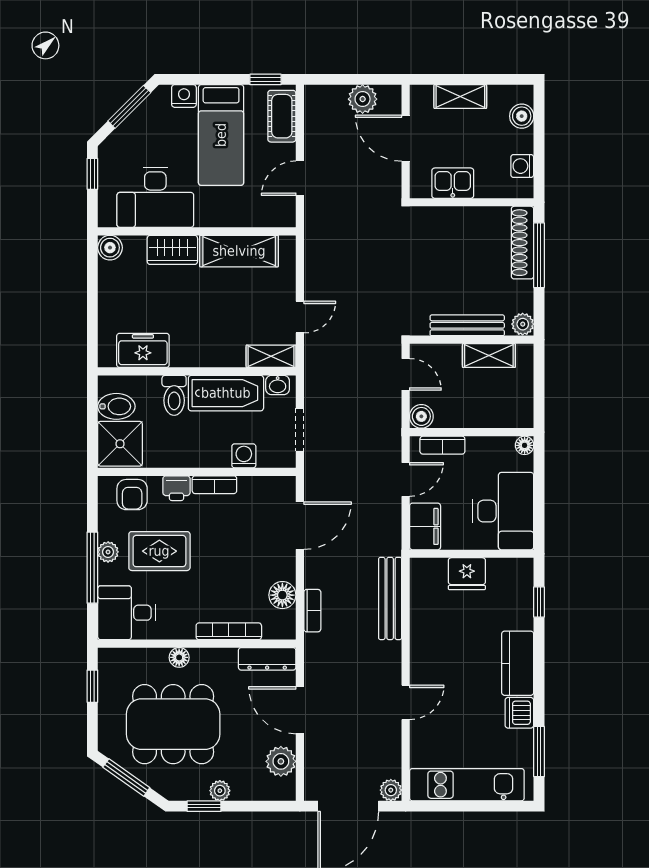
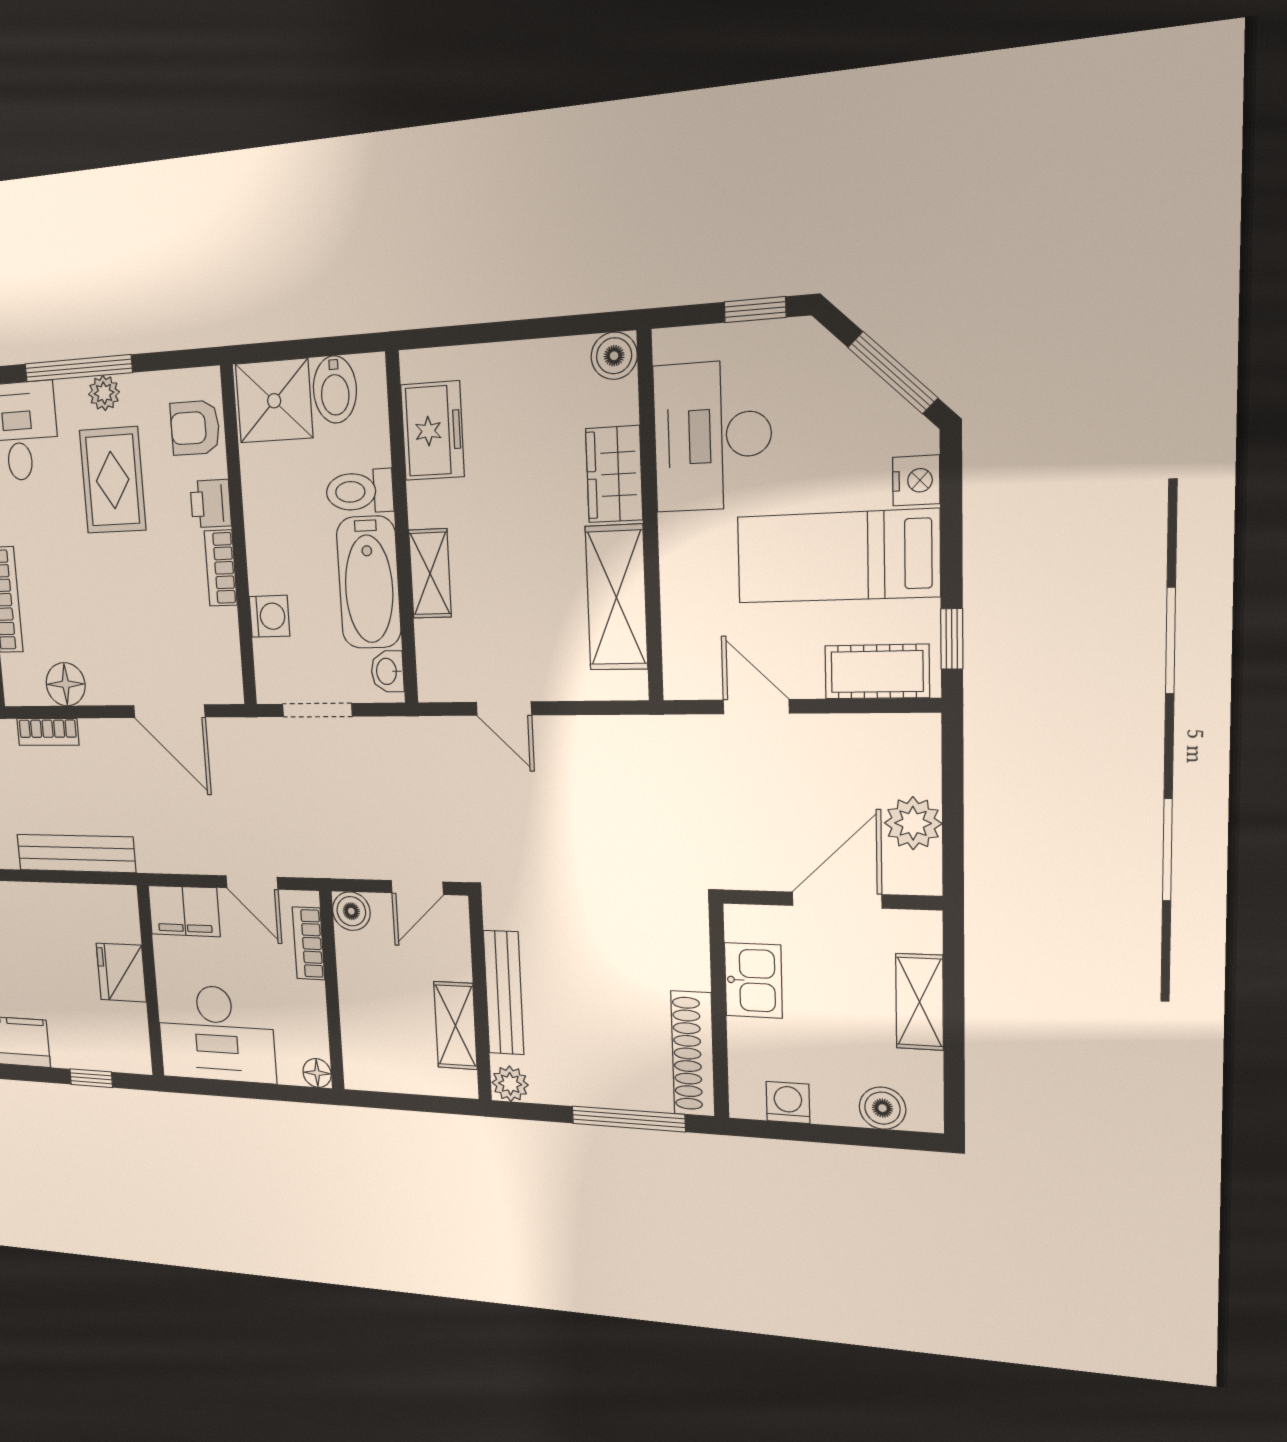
shoe rack: (523, 243) -> (693, 1054), moved, turned -90
shelving: (271, 356) -> (430, 573), moved

